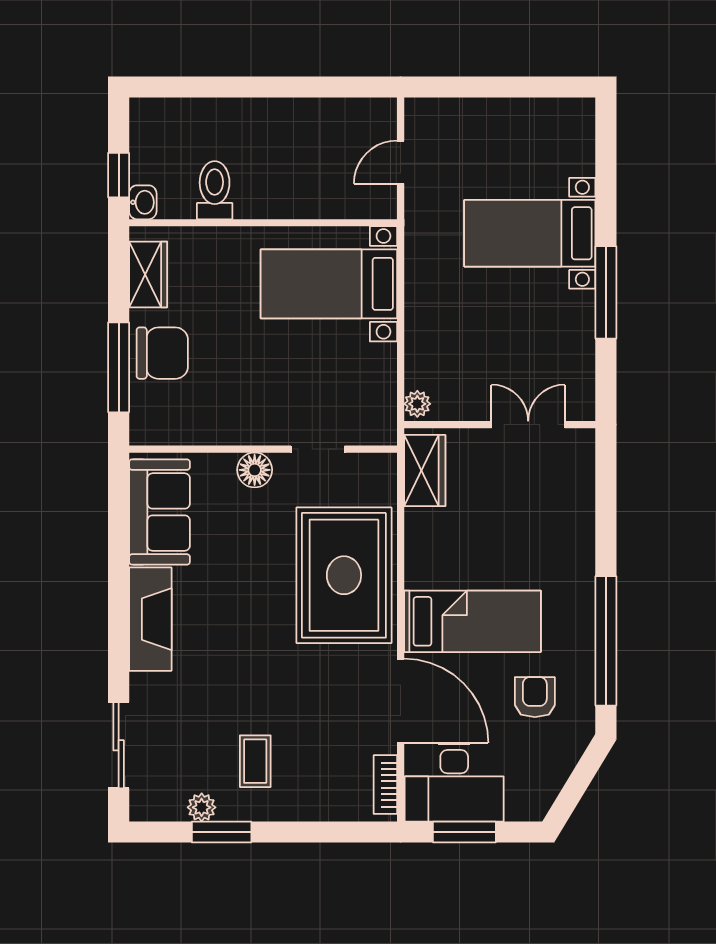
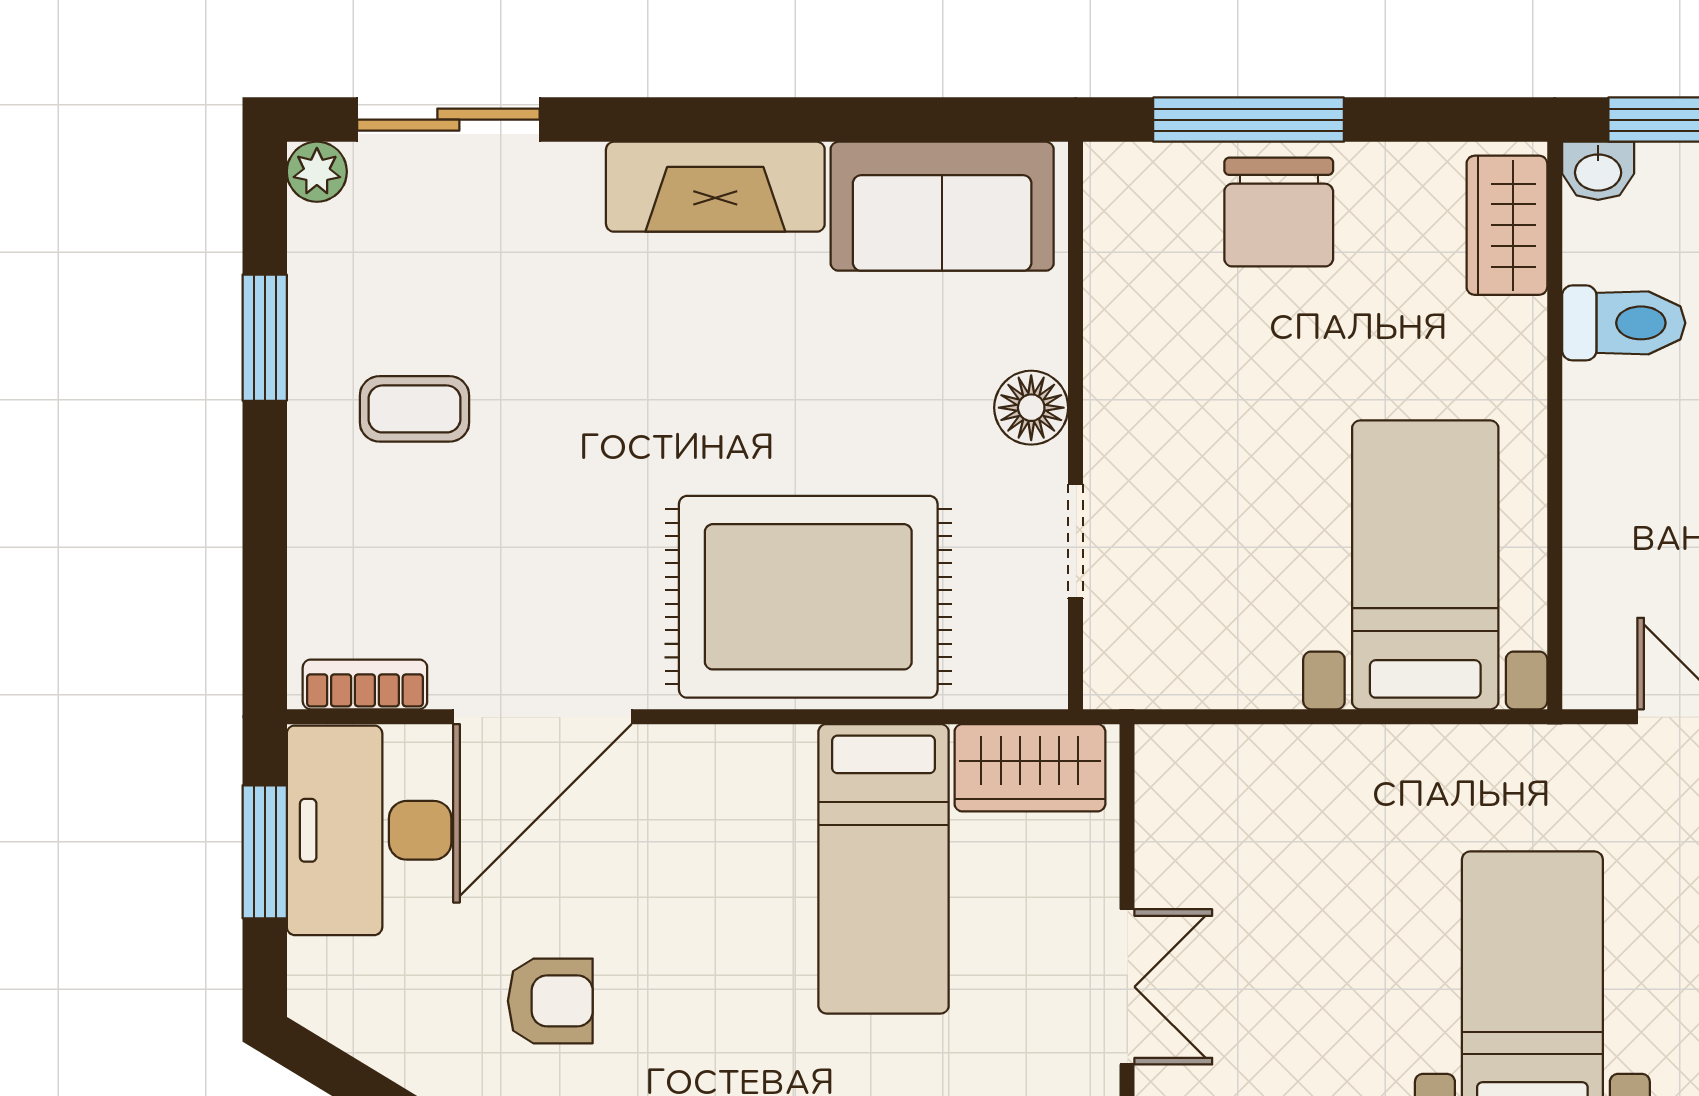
wardrobe: (148, 274) -> (1507, 225), moved, turned 90
plant: (417, 404) -> (1171, 752), removed
bed: (472, 621) -> (884, 869), moved
plant: (202, 807) -> (317, 172), moved

